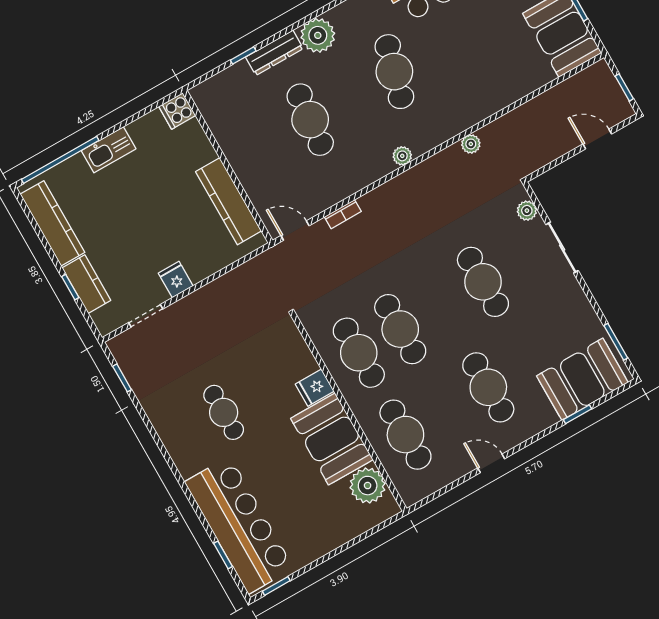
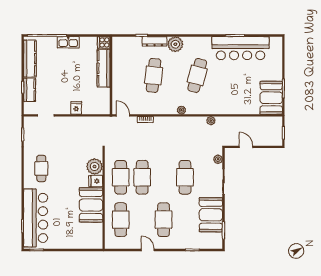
door: (597, 139) -> (246, 147), moved
kitchen counter: (229, 201) -> (104, 68), moved
fridge: (176, 280) -> (76, 108), moved
booth: (582, 379) -> (211, 215), moved, turned 90
cafe table: (224, 412) -> (41, 168), moved
plant: (368, 486) -> (95, 166), moved

